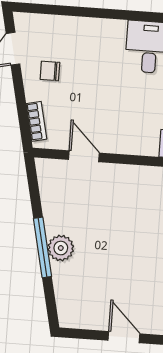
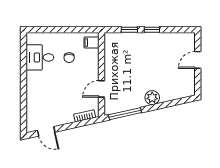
chair: (50, 71) -> (69, 58), moved
window: (43, 247) -> (125, 114), moved

